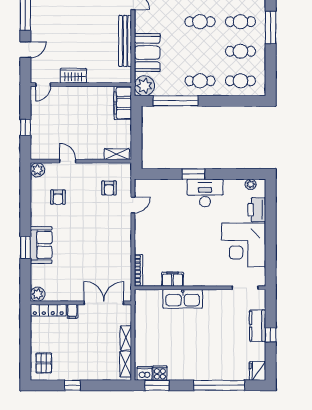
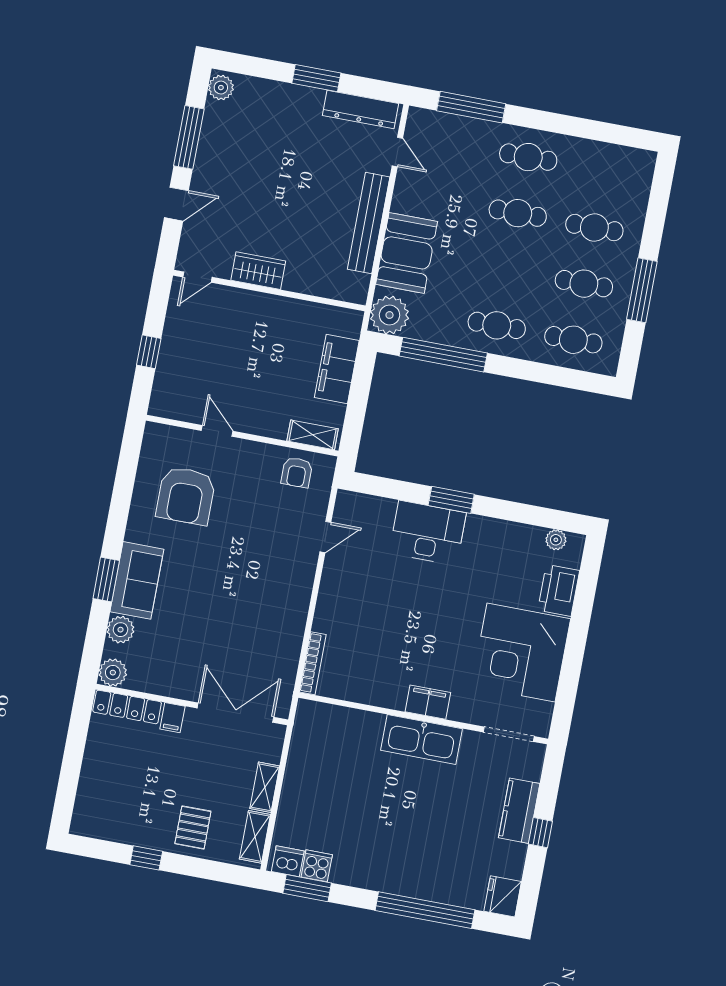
window: (271, 27) -> (642, 290), moved
filing cabinet: (123, 103) -> (337, 369), moved
plant: (37, 170) -> (120, 630), moved
armchair: (109, 188) -> (297, 472), moved
desk: (205, 193) -> (428, 533), moved
armchair: (58, 197) -> (186, 496), width x1.88, depth x1.88
filing cabinet: (172, 279) -> (428, 702), moved
kitchen sink: (183, 299) -> (421, 740), moved
pallet: (44, 363) -> (193, 827), moved

